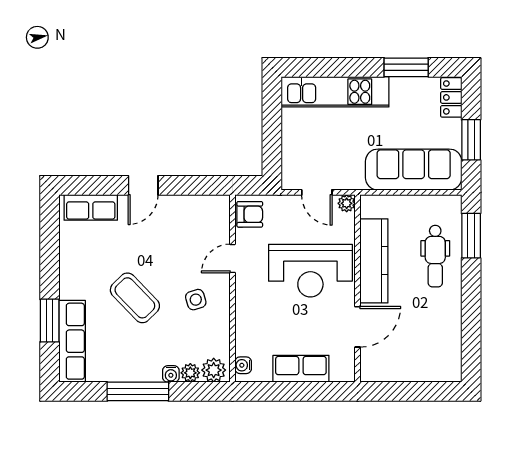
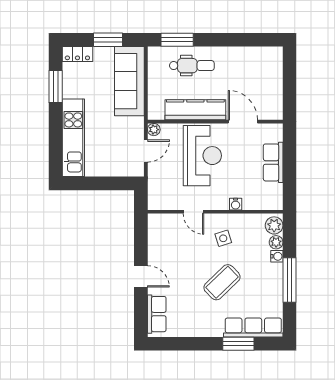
armchair: (250, 214) -> (162, 199), removed
water cooler: (243, 365) -> (236, 204), moved

